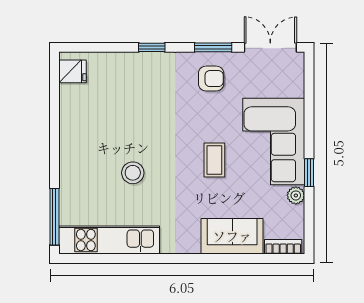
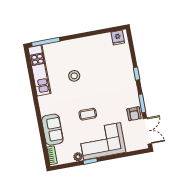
armchair: (211, 79) -> (134, 114), moved

